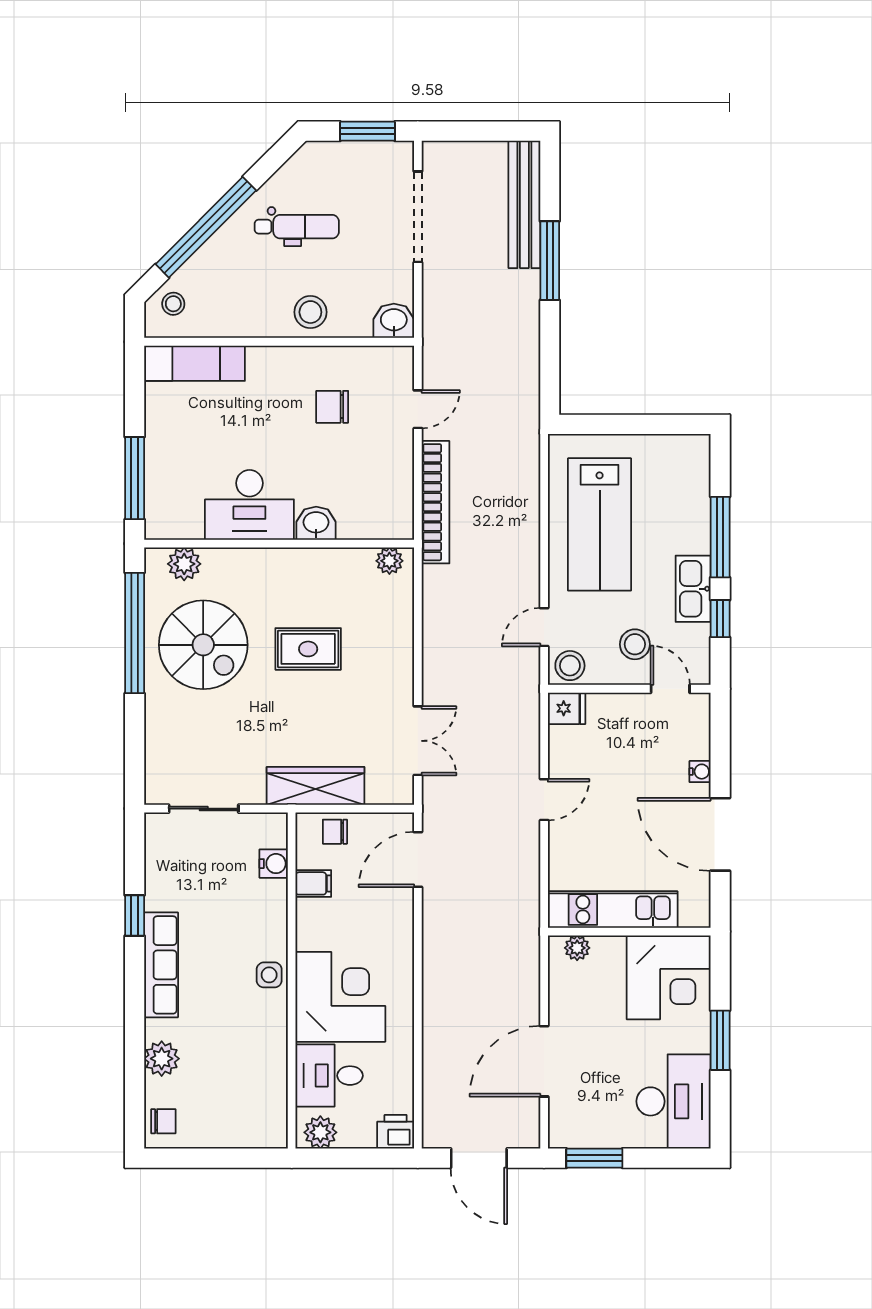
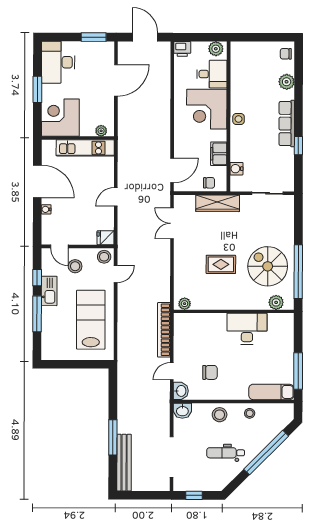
window: (368, 131) -> (194, 495), width x0.67
stool: (173, 304) -> (250, 413), moved
window: (135, 478) -> (298, 371), moved
washbasin: (316, 523) -> (181, 391), moved, turned -90
filing cabinet: (313, 883) -> (219, 154), width x2.00

